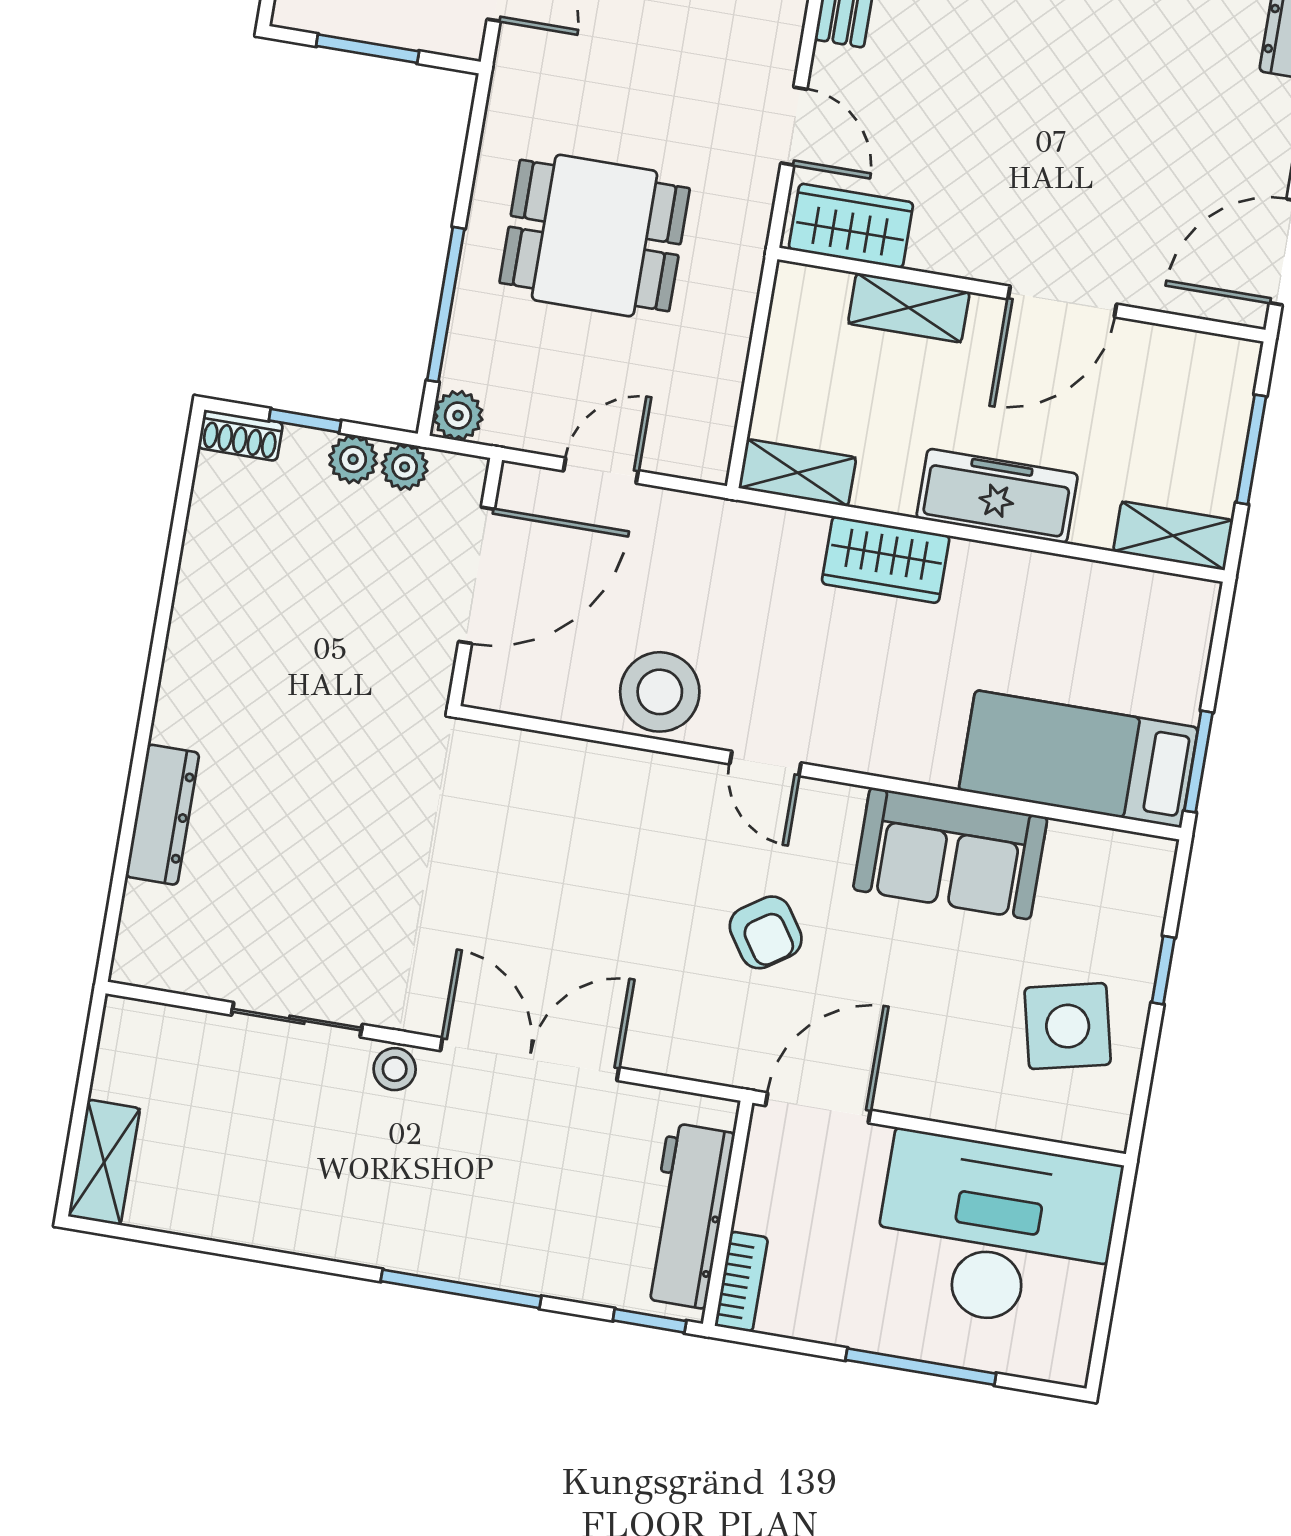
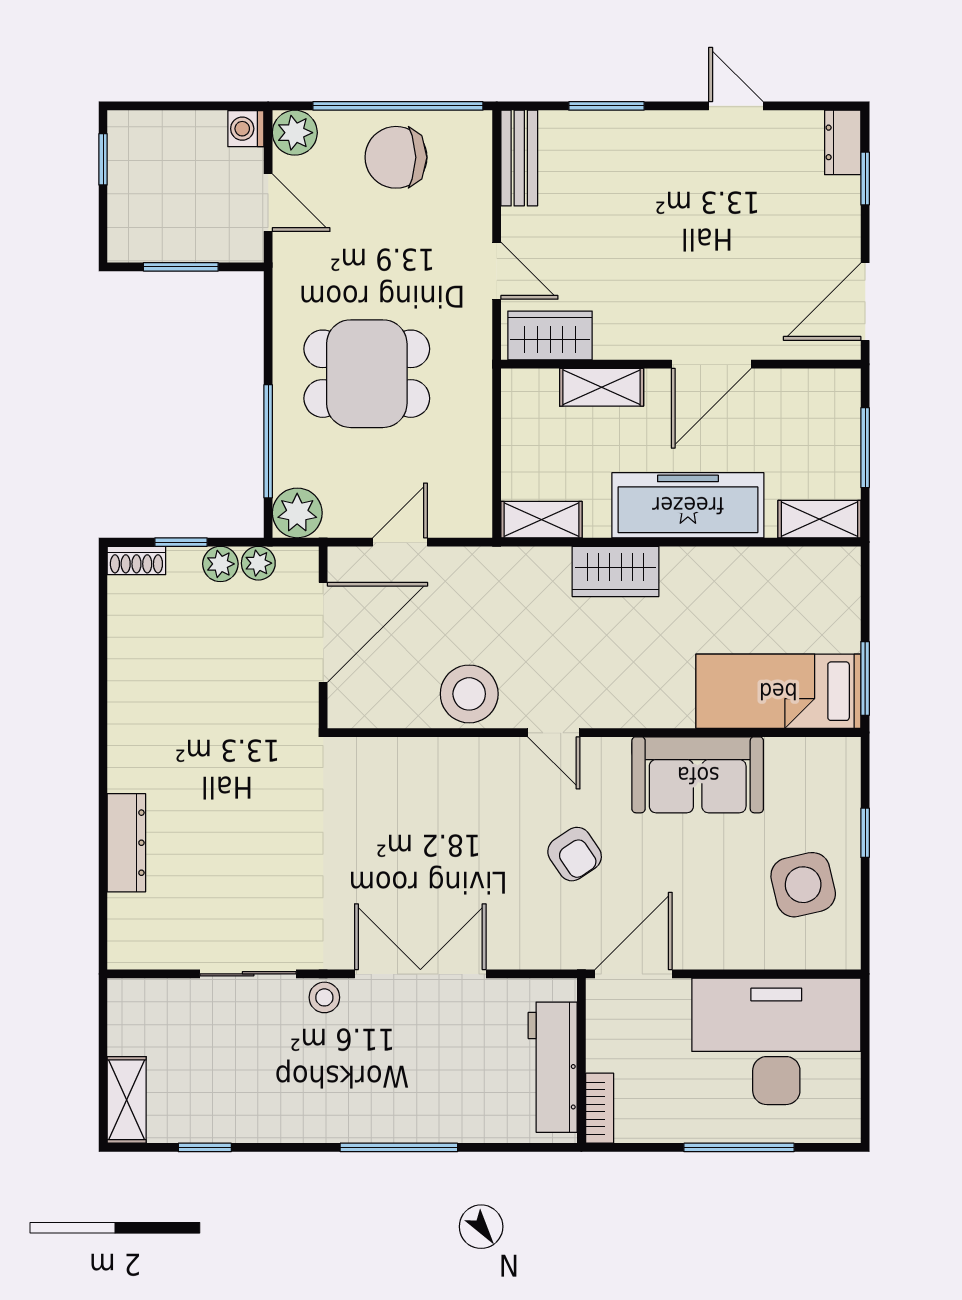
plant: (458, 416) -> (297, 513), width x1.38, depth x1.38
freezer: (997, 496) -> (688, 505), width x1.36, depth x1.26
window: (650, 1321) -> (205, 1147), moved

